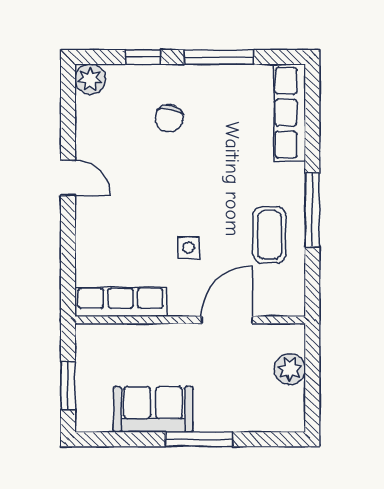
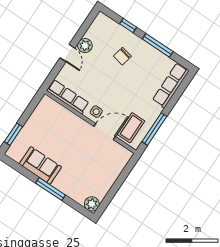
plant: (90, 79) -> (85, 46), moved
row of seats: (121, 302) -> (68, 97), moved
wall: (190, 320) -> (90, 122), moved
door: (227, 320) -> (105, 131), moved
plant: (290, 369) -> (92, 204), moved

